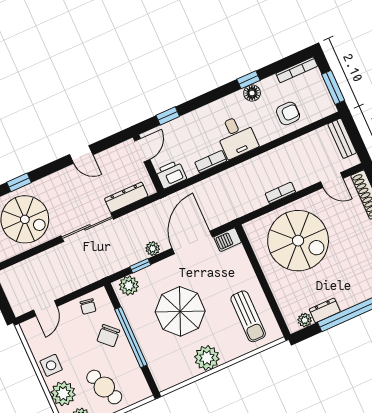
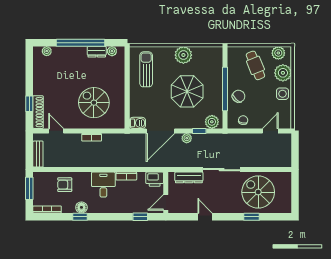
spiral stairs: (298, 241) -> (94, 103), width x0.73, depth x0.73

